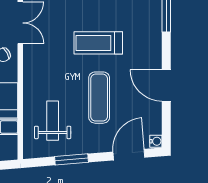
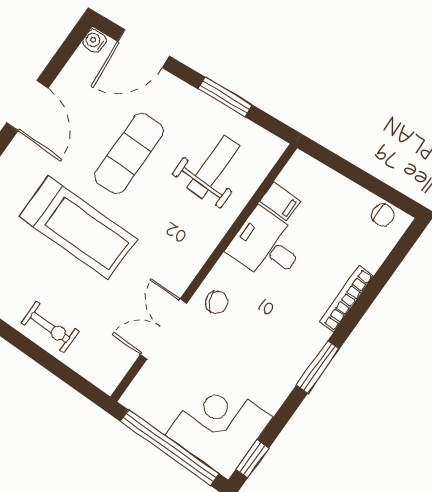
treadmill: (98, 43) -> (78, 228), width x1.37, depth x1.38
weight bench: (53, 121) -> (213, 167), turned 180

